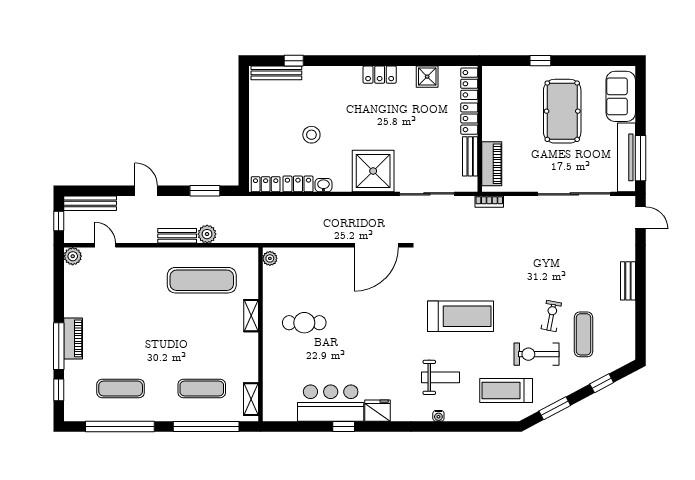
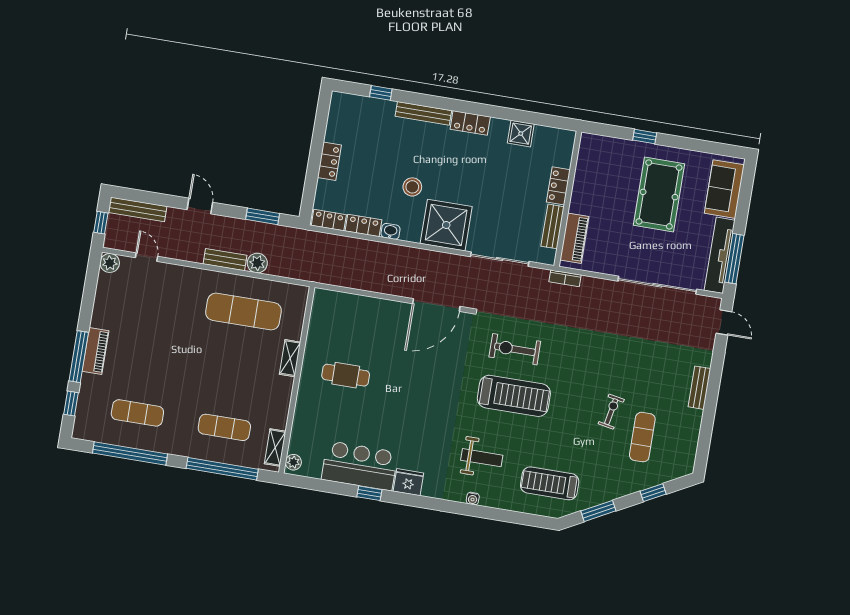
bench: (276, 73) -> (423, 113), moved
locker: (469, 84) -> (329, 161), moved, turned 180
stool: (311, 135) -> (412, 187), moved
plant: (270, 258) -> (293, 462), moved
exercise bike: (536, 354) -> (515, 349), moved

